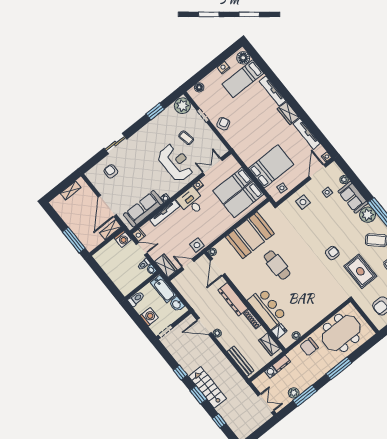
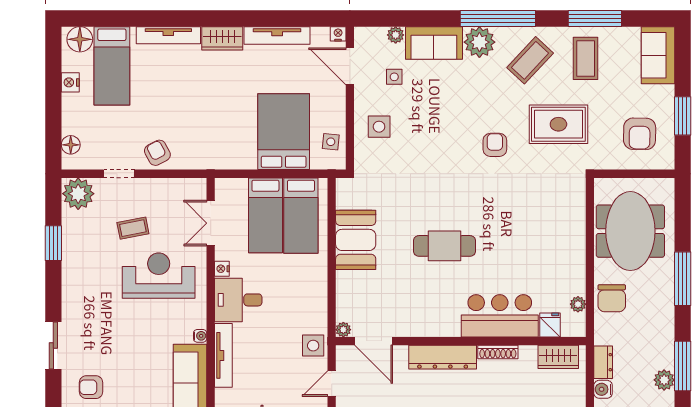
booth: (250, 235) -> (356, 240), width x0.73, depth x0.70

